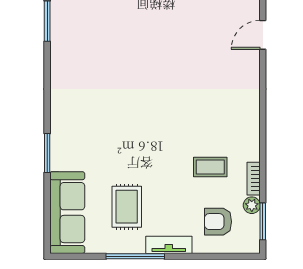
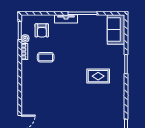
rug: (127, 207) -> (98, 76), moved, turned 90
sofa: (67, 213) -> (116, 29), width x0.73
armchair: (218, 222) -> (42, 30), turned 90

